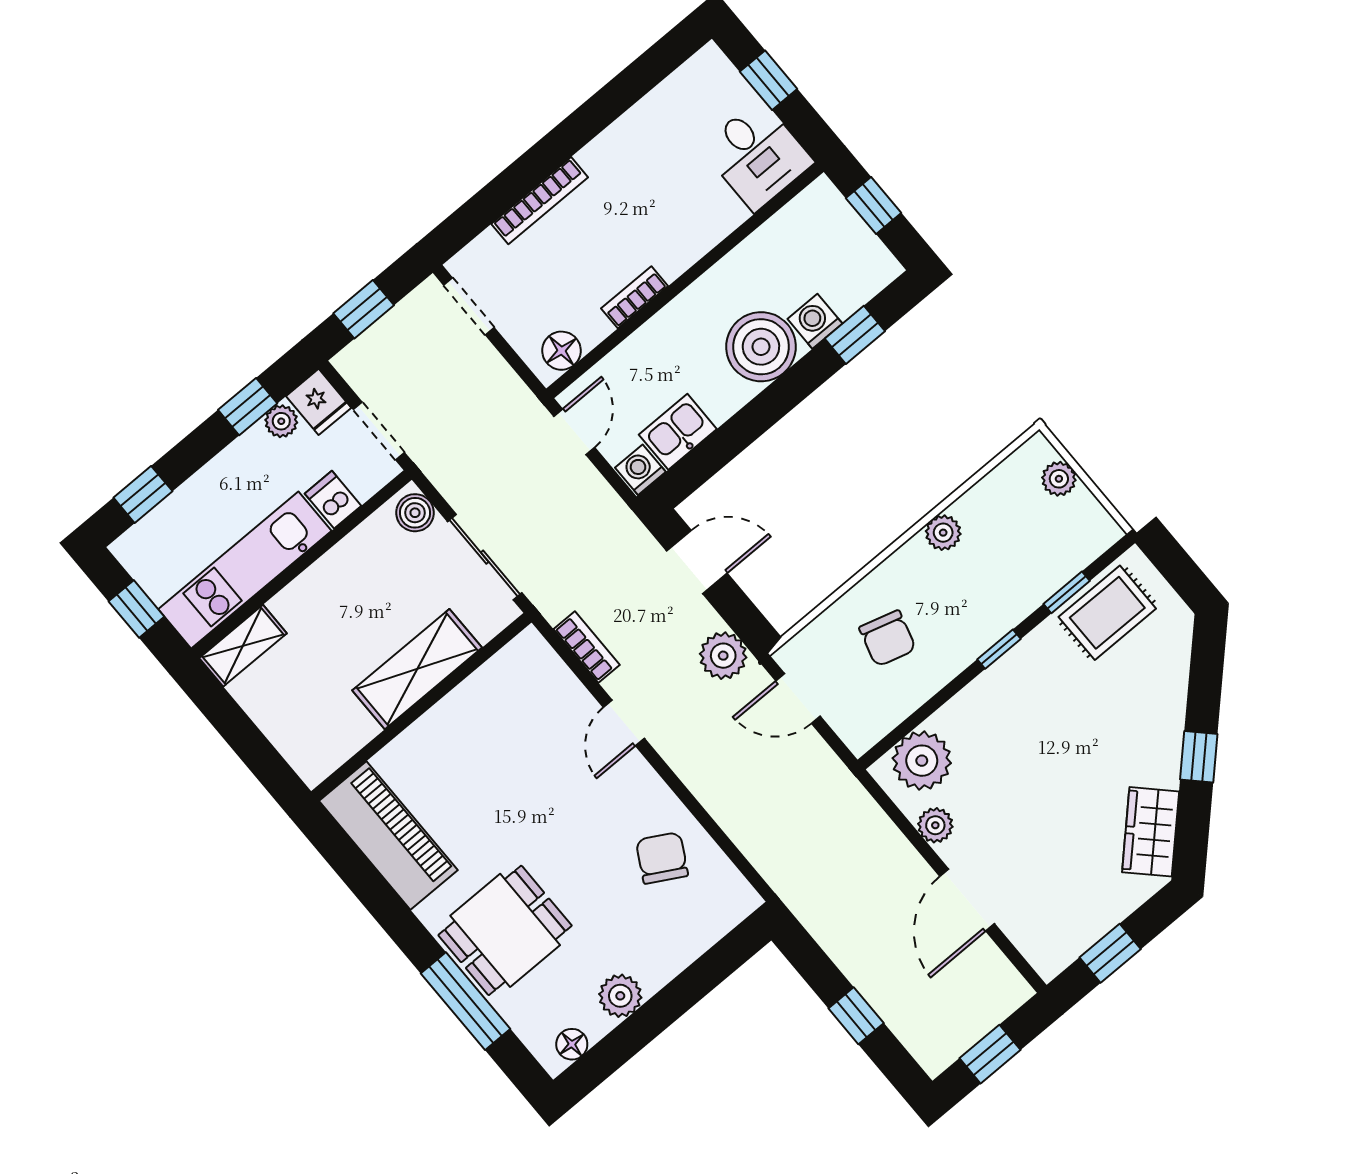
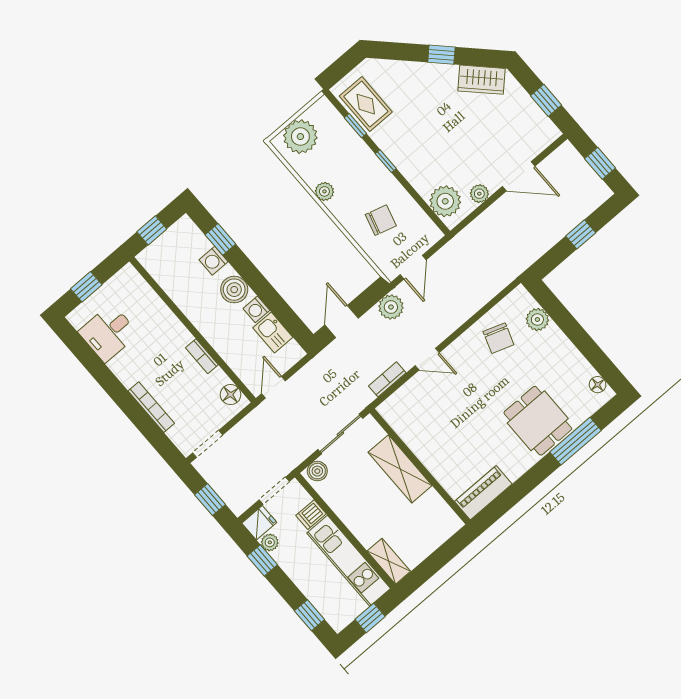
desk: (757, 155) -> (108, 333), moved, turned 180
boiler: (761, 347) -> (234, 290), width x0.73, depth x0.73
door: (574, 432) -> (274, 387), hinge flipped
washing machine: (640, 470) -> (256, 309), moved
plant: (1059, 479) -> (300, 137), width x1.88, depth x1.88
piano: (388, 835) -> (483, 493), width x0.73, depth x0.75
chair: (662, 858) -> (498, 338), turned -100
plant: (620, 996) -> (537, 320), moved

